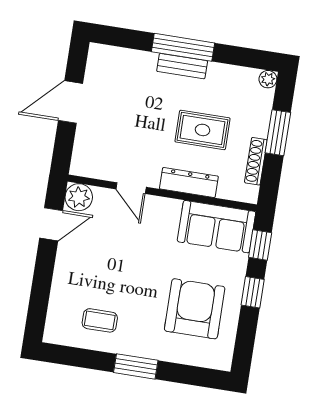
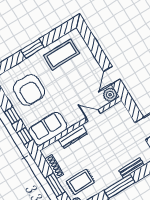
bench: (182, 66) -> (132, 168), moved
rug: (203, 130) -> (80, 182), moved
coffee table: (100, 320) -> (62, 54), width x1.86, depth x1.72

